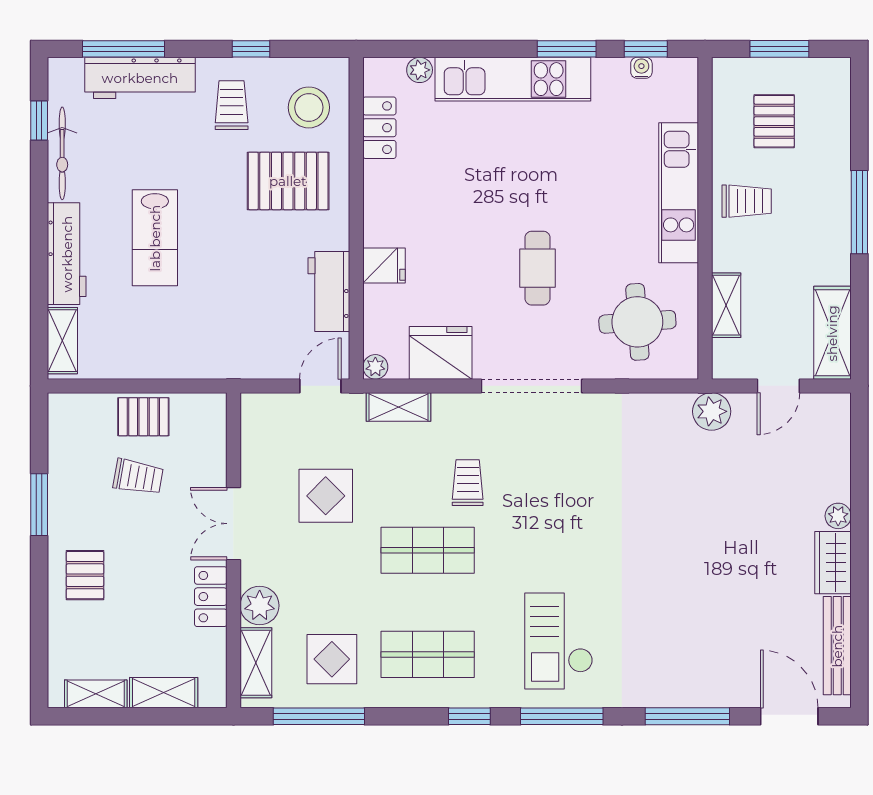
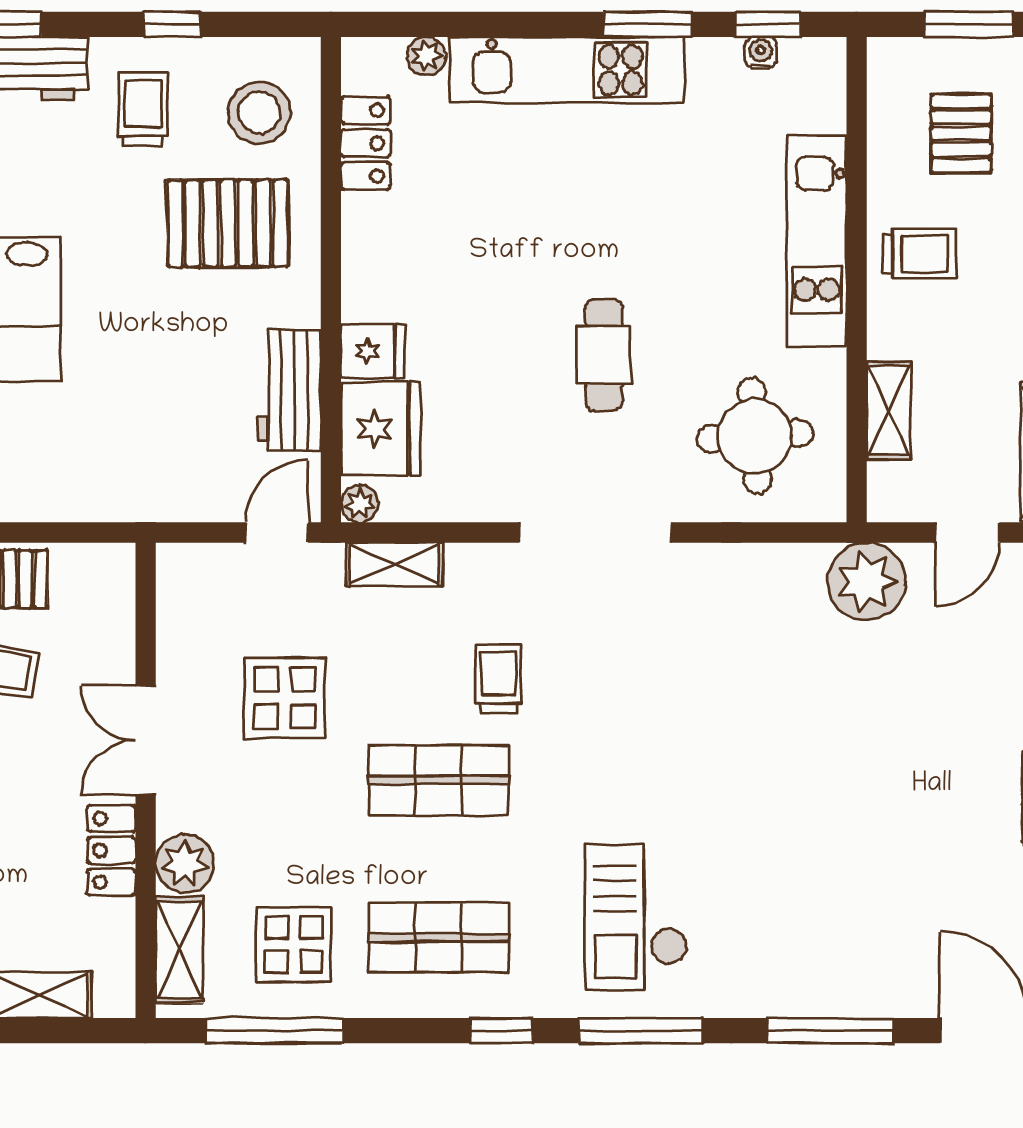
fridge: (441, 353) -> (381, 429), moved, turned 90
plant: (712, 411) -> (867, 581), width x1.36, depth x1.36

